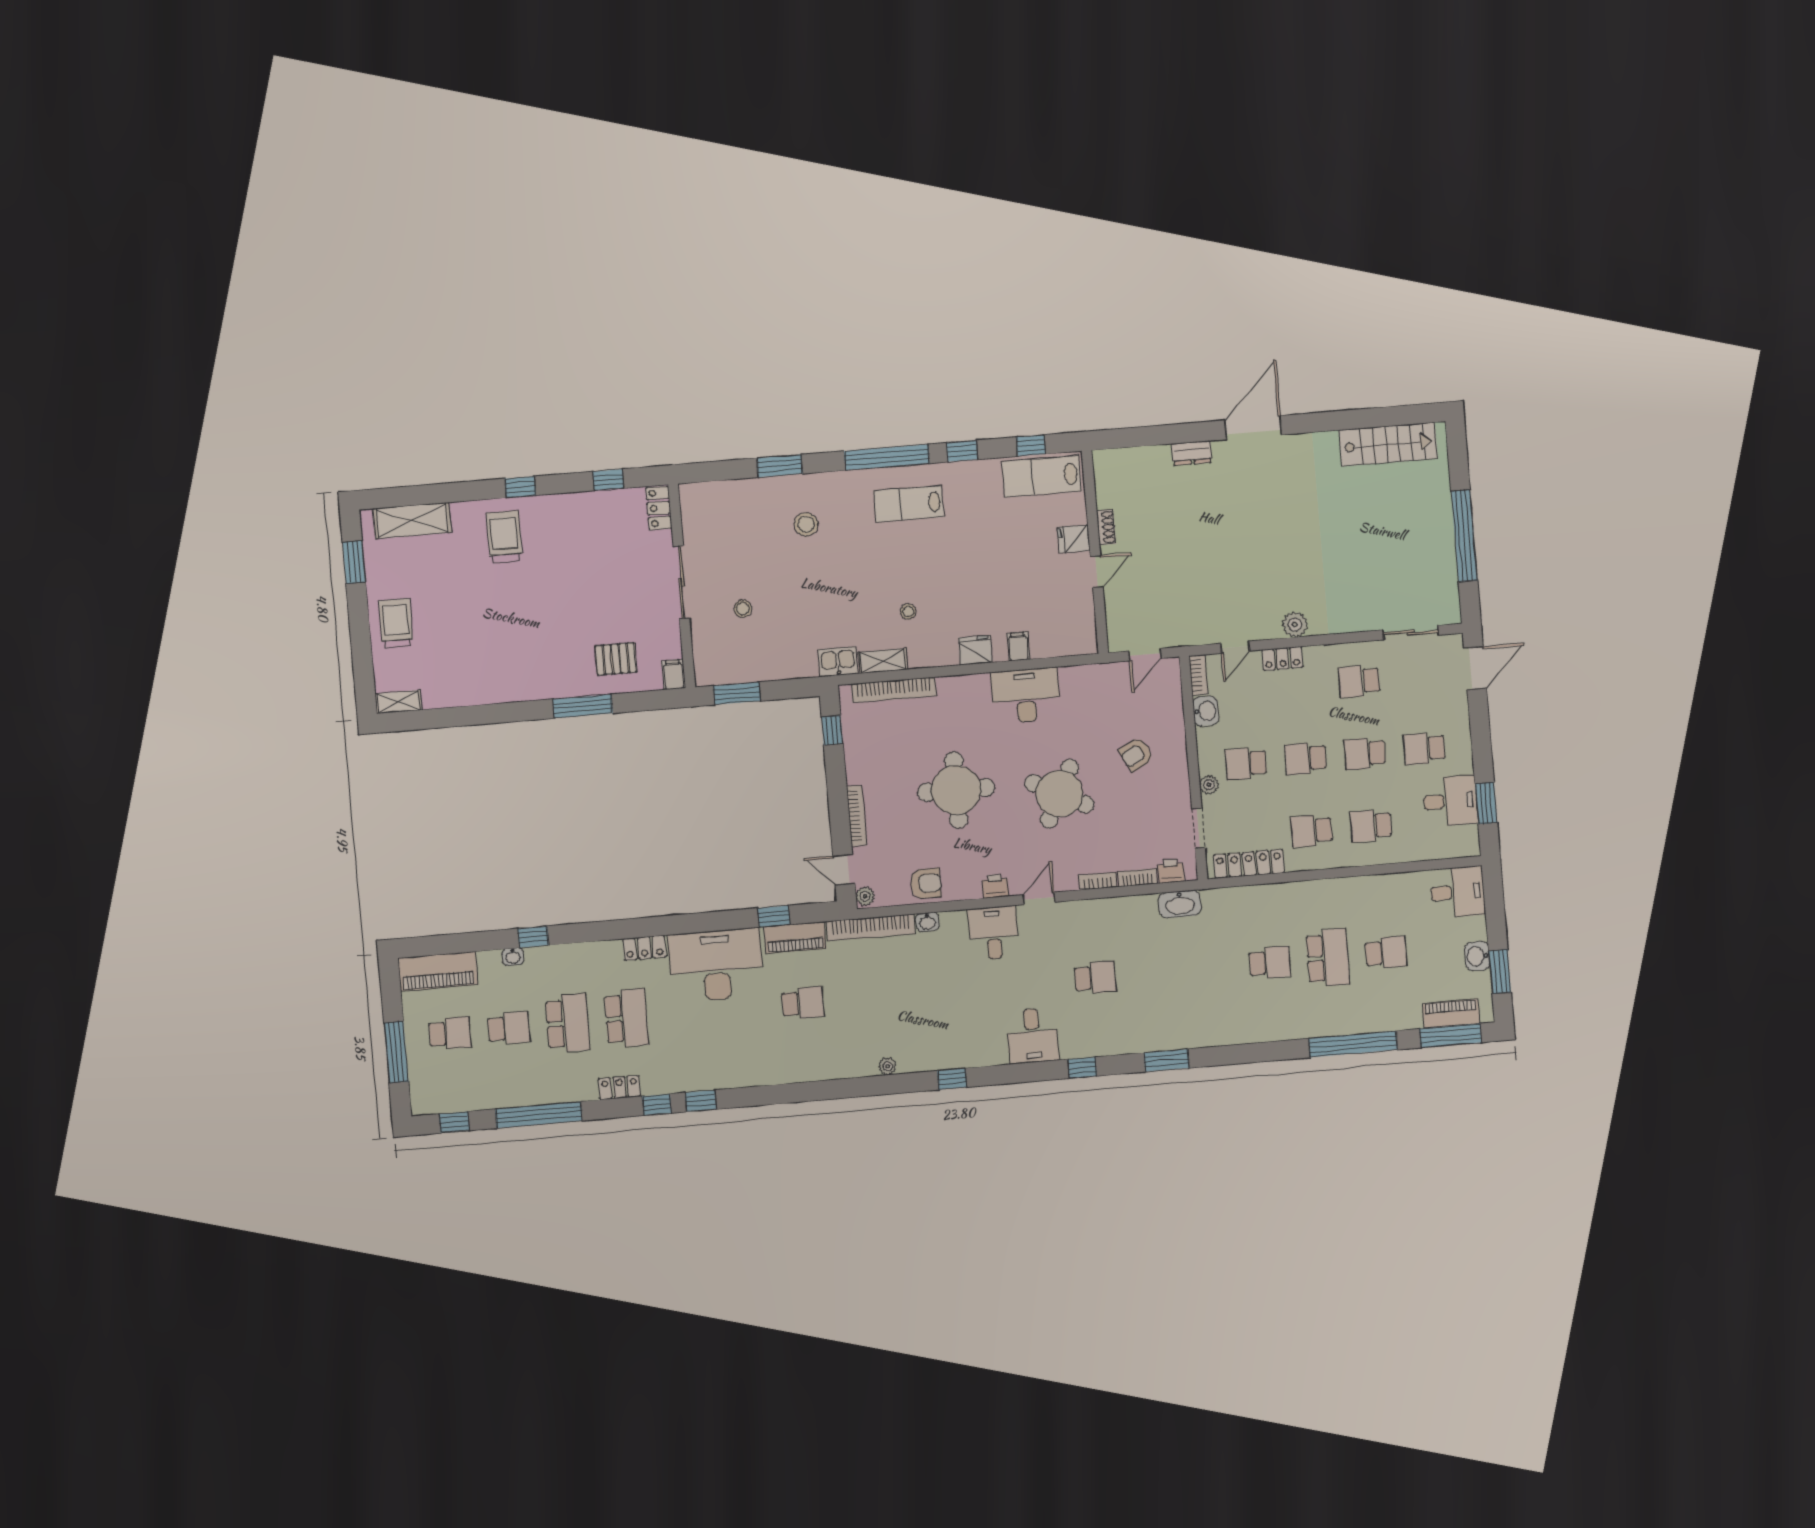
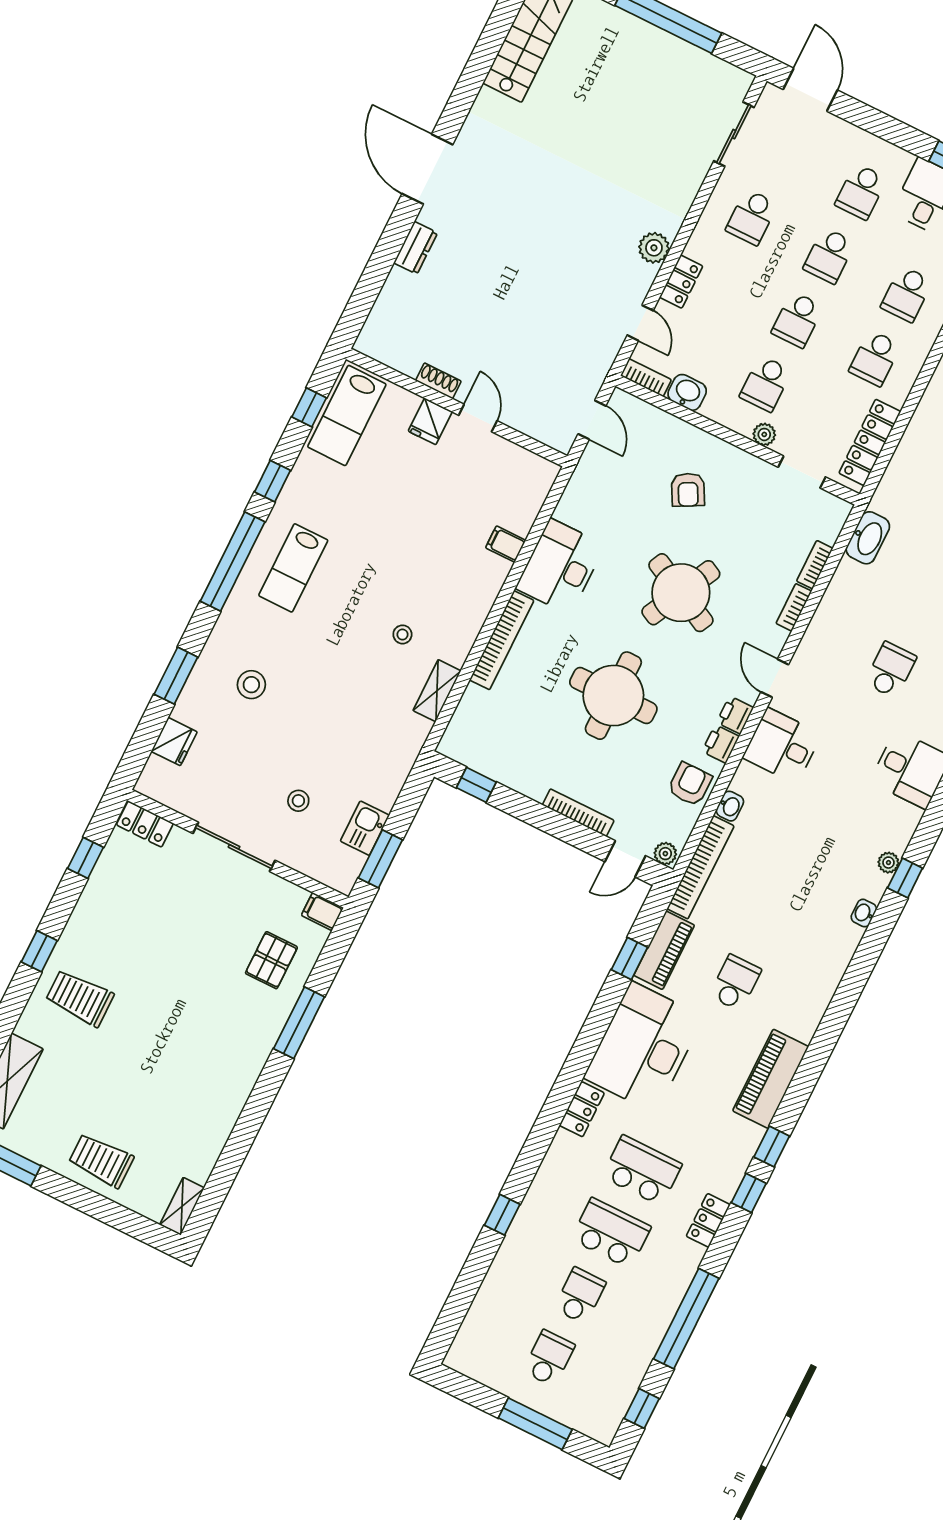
fridge: (975, 650) -> (174, 742), moved, turned 180
kitchen sink: (838, 662) -> (365, 828), moved
bookcase: (894, 690) -> (502, 640), moved
printer: (1171, 871) -> (721, 744), moved
washbasin: (513, 957) -> (864, 913), moved, turned 180
piano: (438, 971) -> (771, 1079), moved, turned 180
plant: (888, 1066) -> (888, 863), moved

